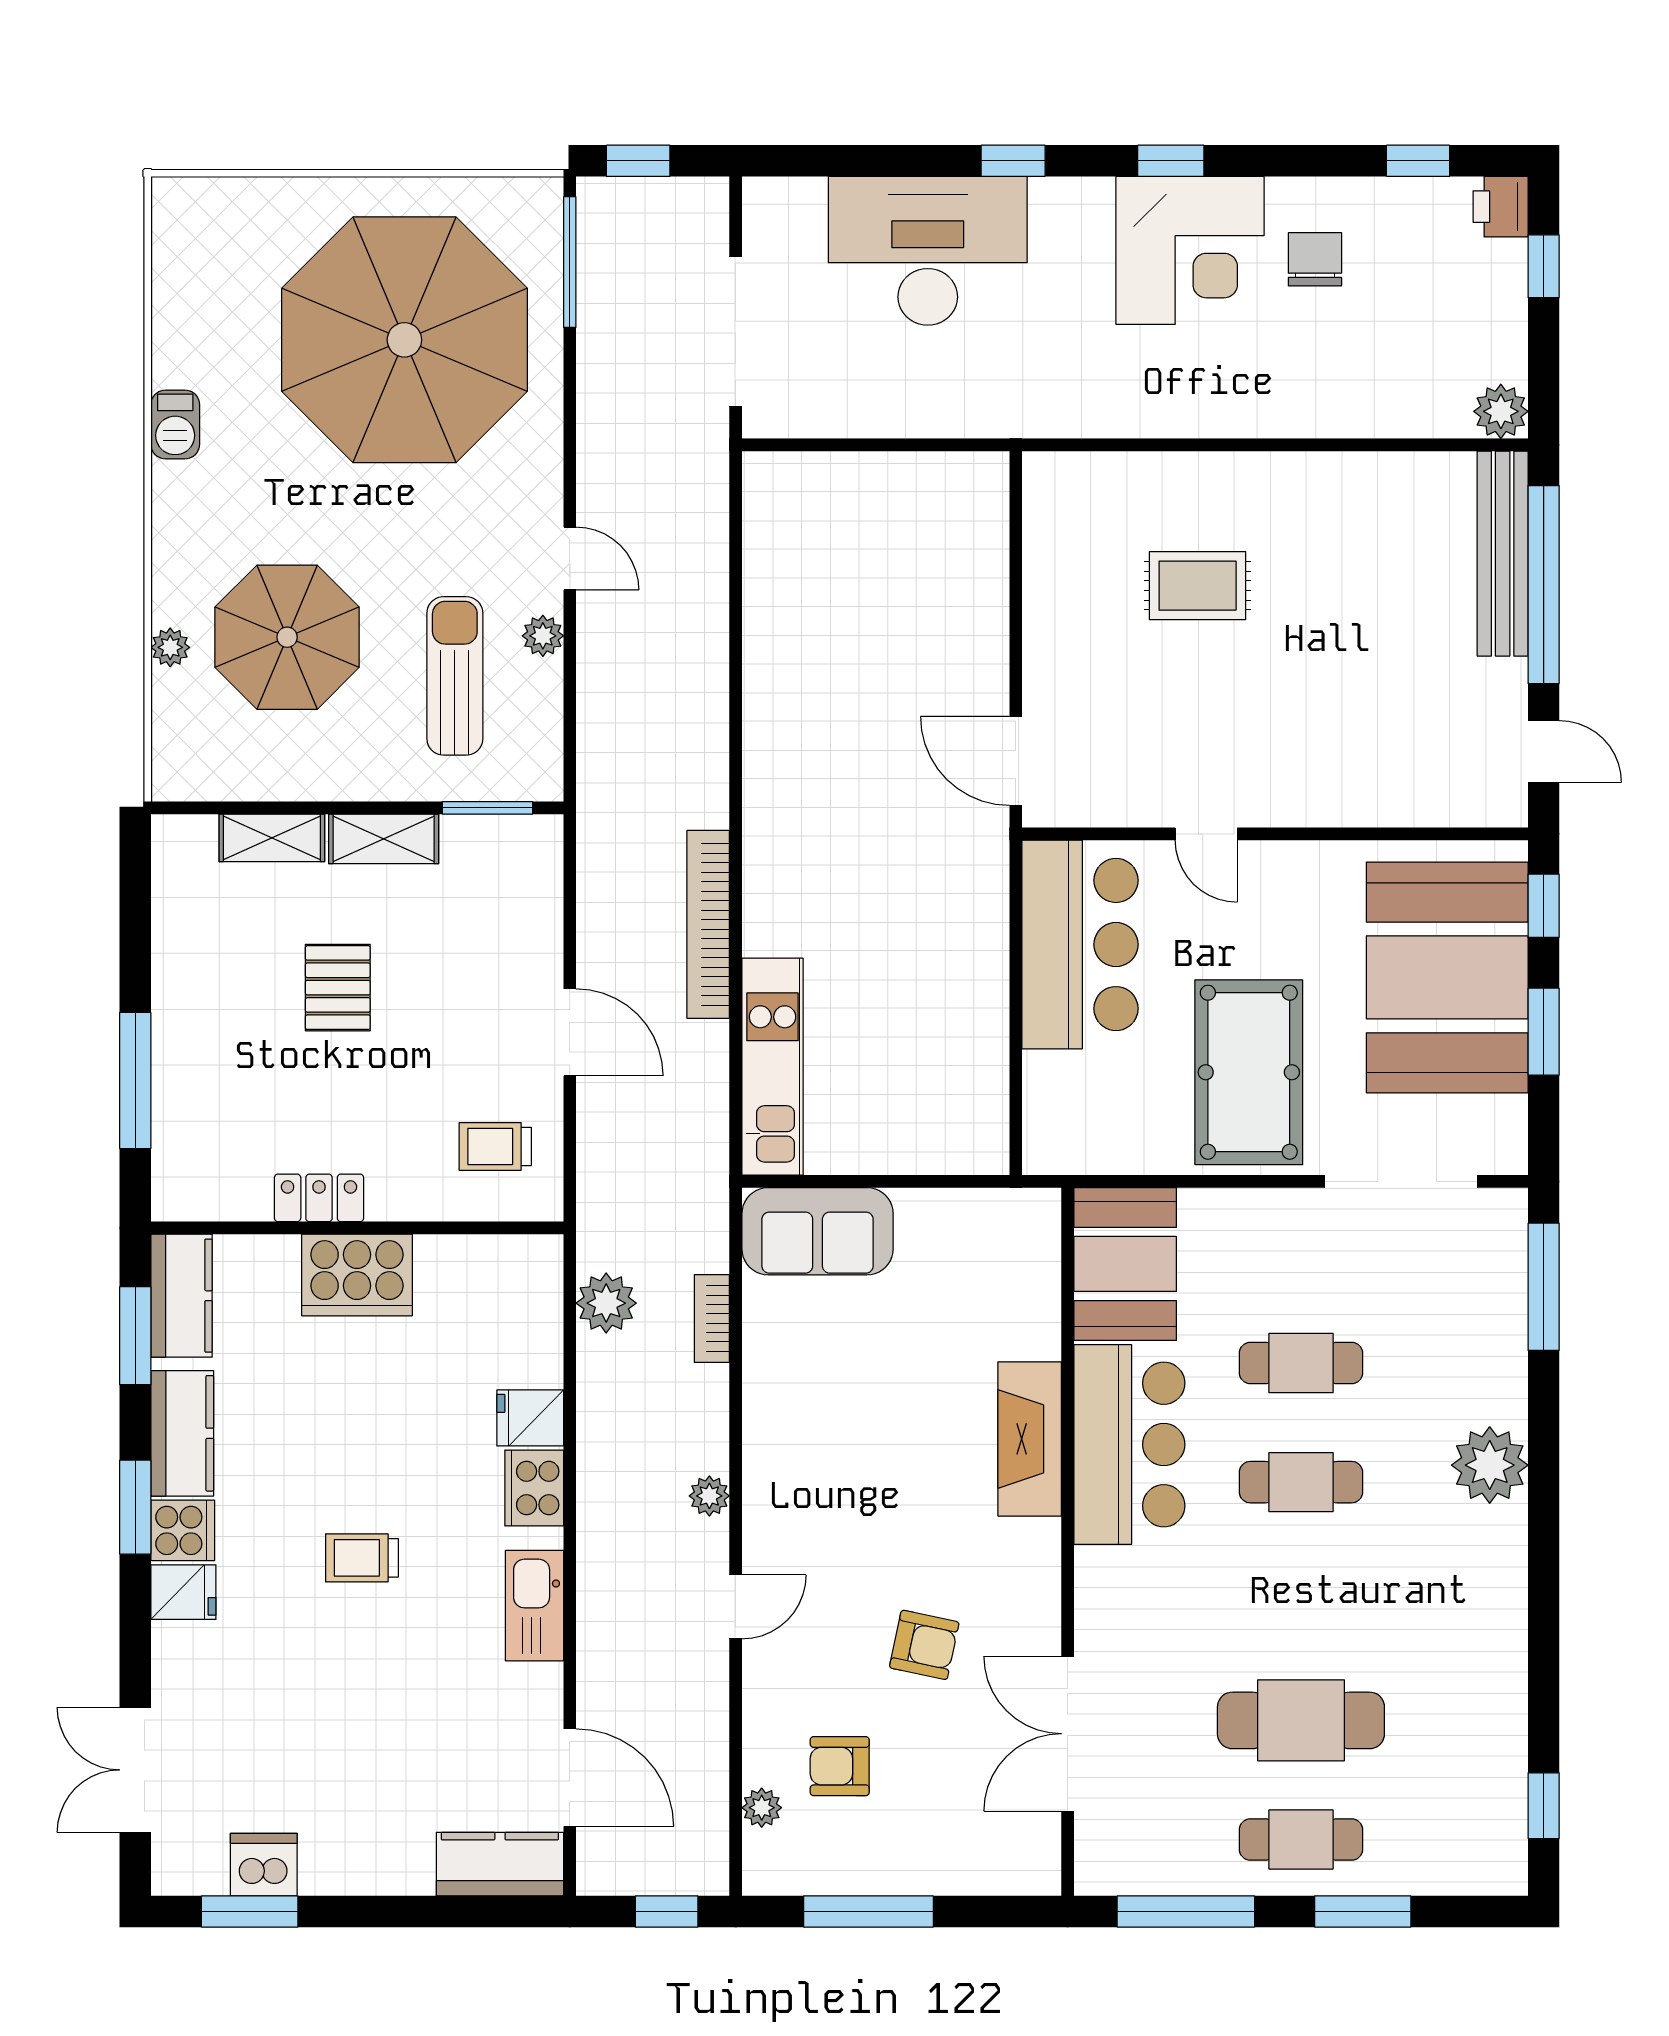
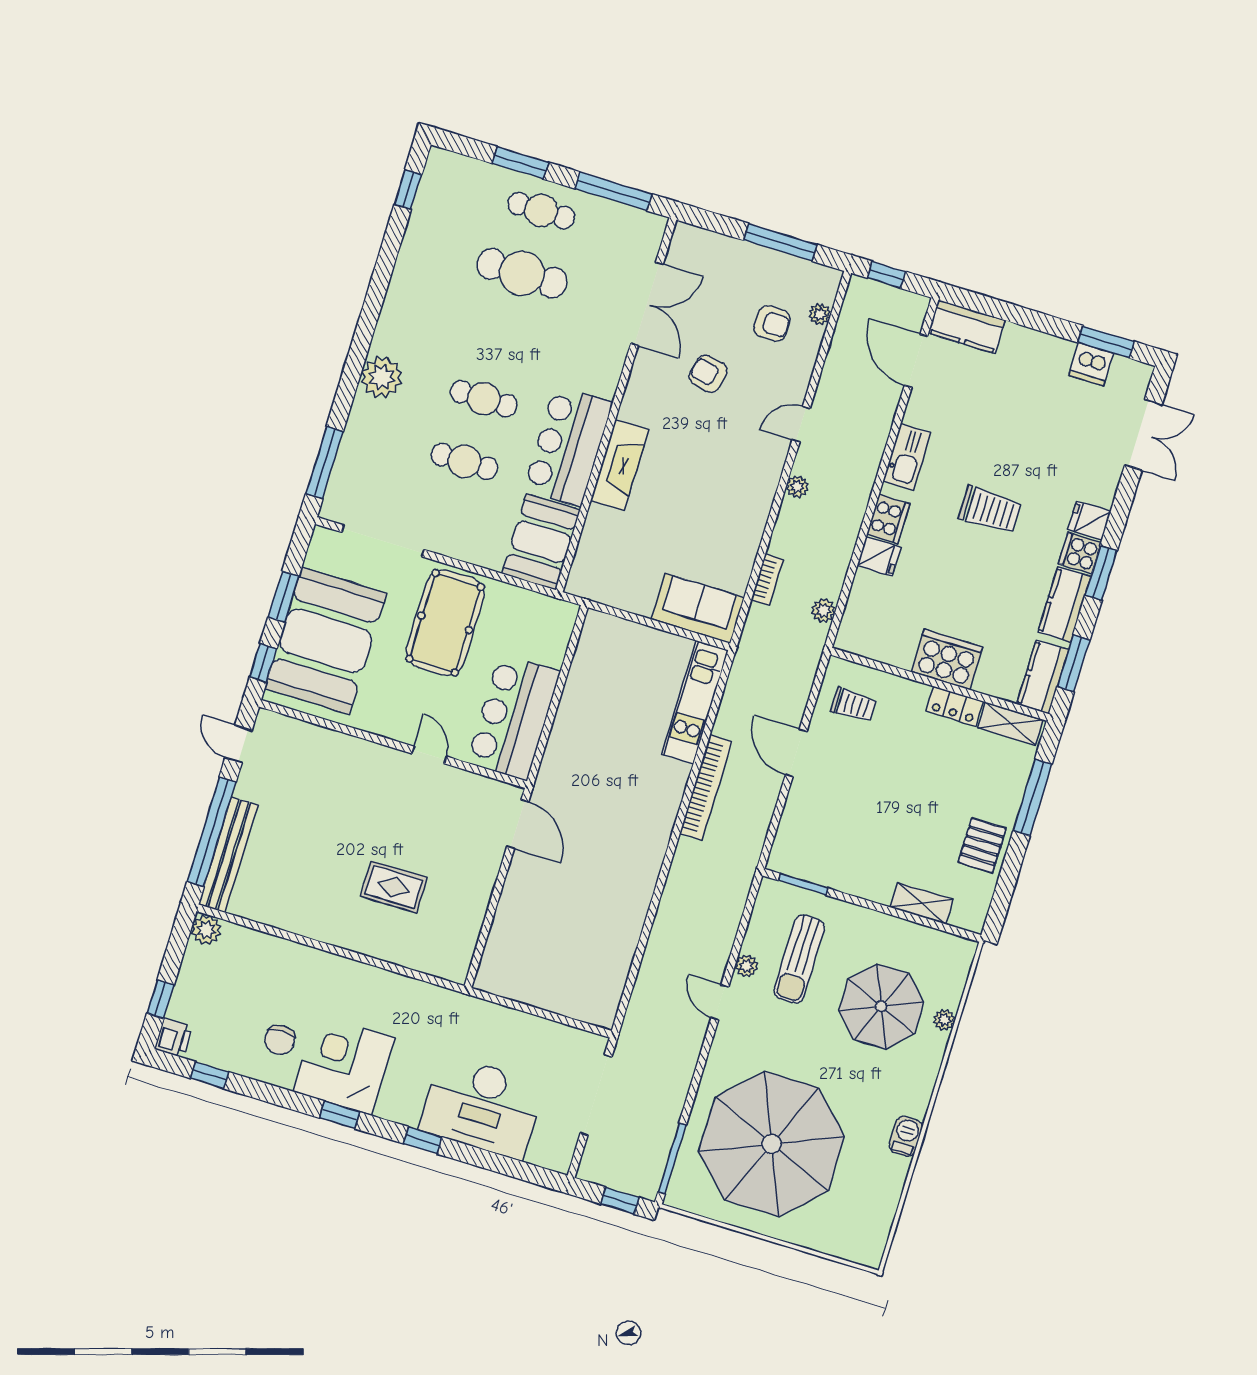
shelving: (384, 839) -> (1010, 724), moved
pallet: (338, 988) -> (982, 846), moved
plant: (606, 1303) -> (823, 610), width x0.73, depth x0.73
trolley: (362, 1558) -> (990, 510), width x1.36, depth x1.39

